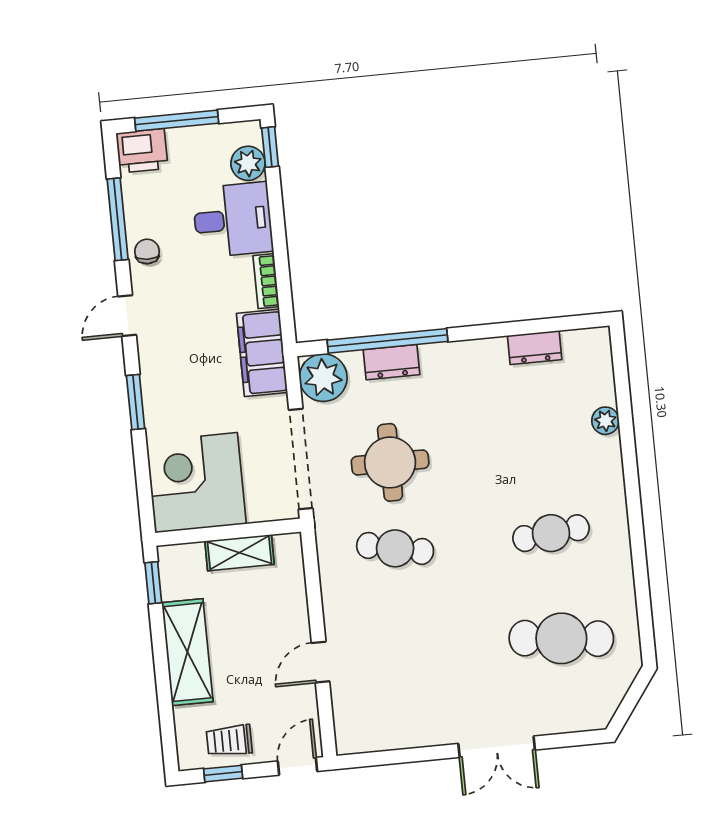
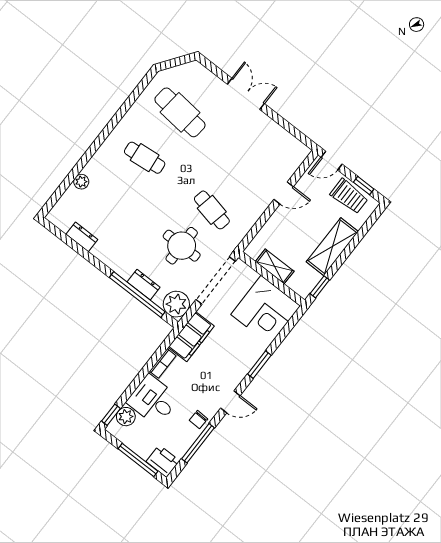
trolley: (229, 741) -> (349, 196), width x1.36, depth x1.39

